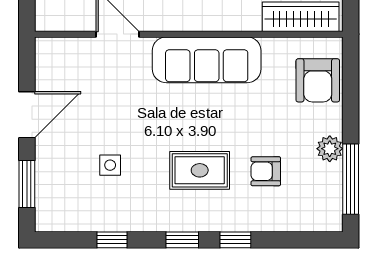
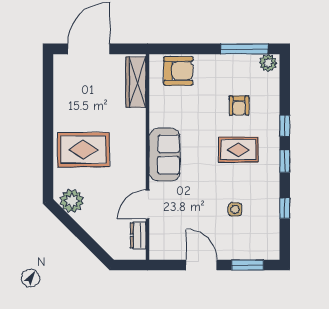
dresser: (71, 20) -> (138, 235), added
sofa: (207, 60) -> (165, 155), width x0.73
plant: (330, 149) -> (268, 63), moved
rug: (200, 170) -> (238, 150), turned 90

